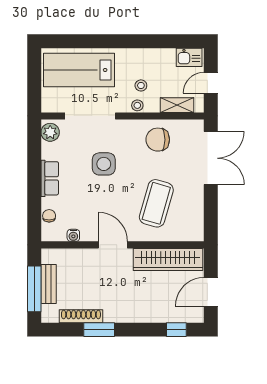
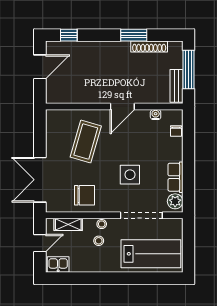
row of seats: (50, 178) -> (175, 177), moved
door: (113, 245) -> (122, 107), hinge flipped
wardrobe: (168, 259) -> (76, 94), removed
bench: (49, 284) -> (176, 86), moved

